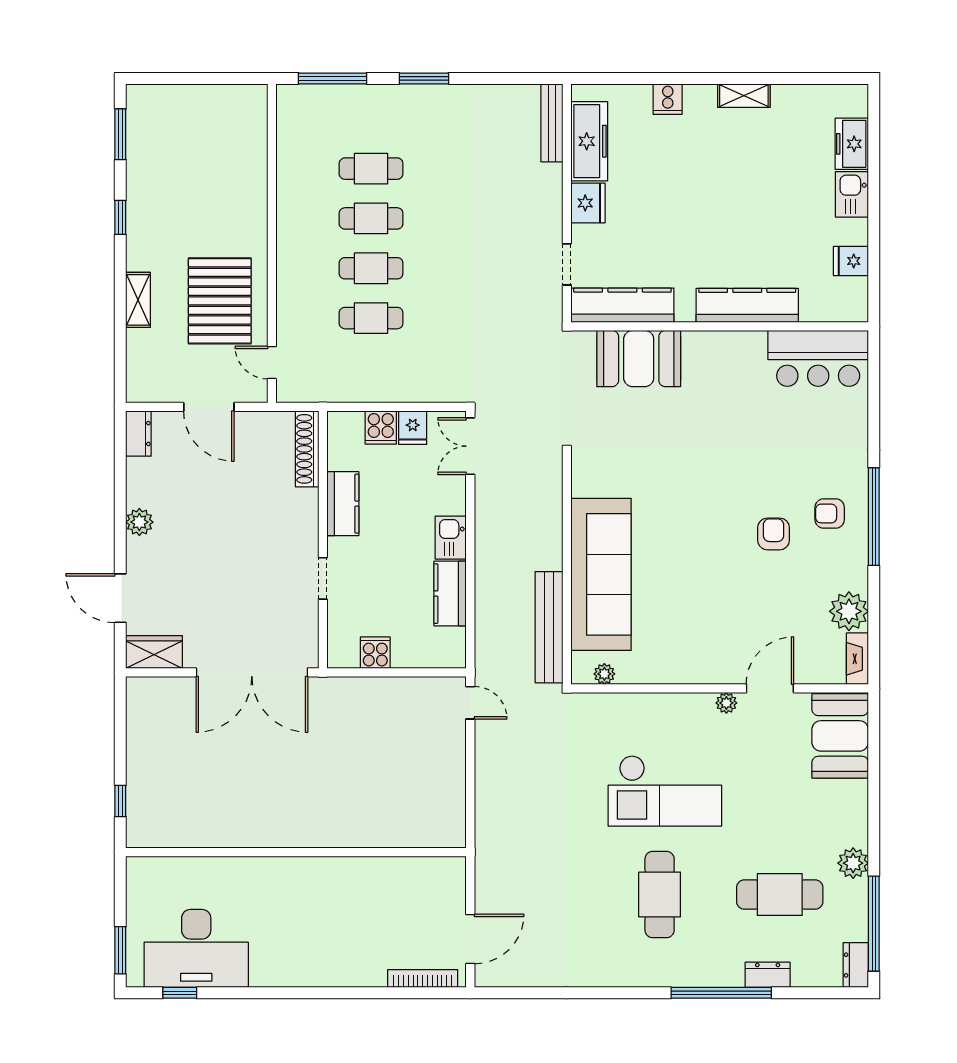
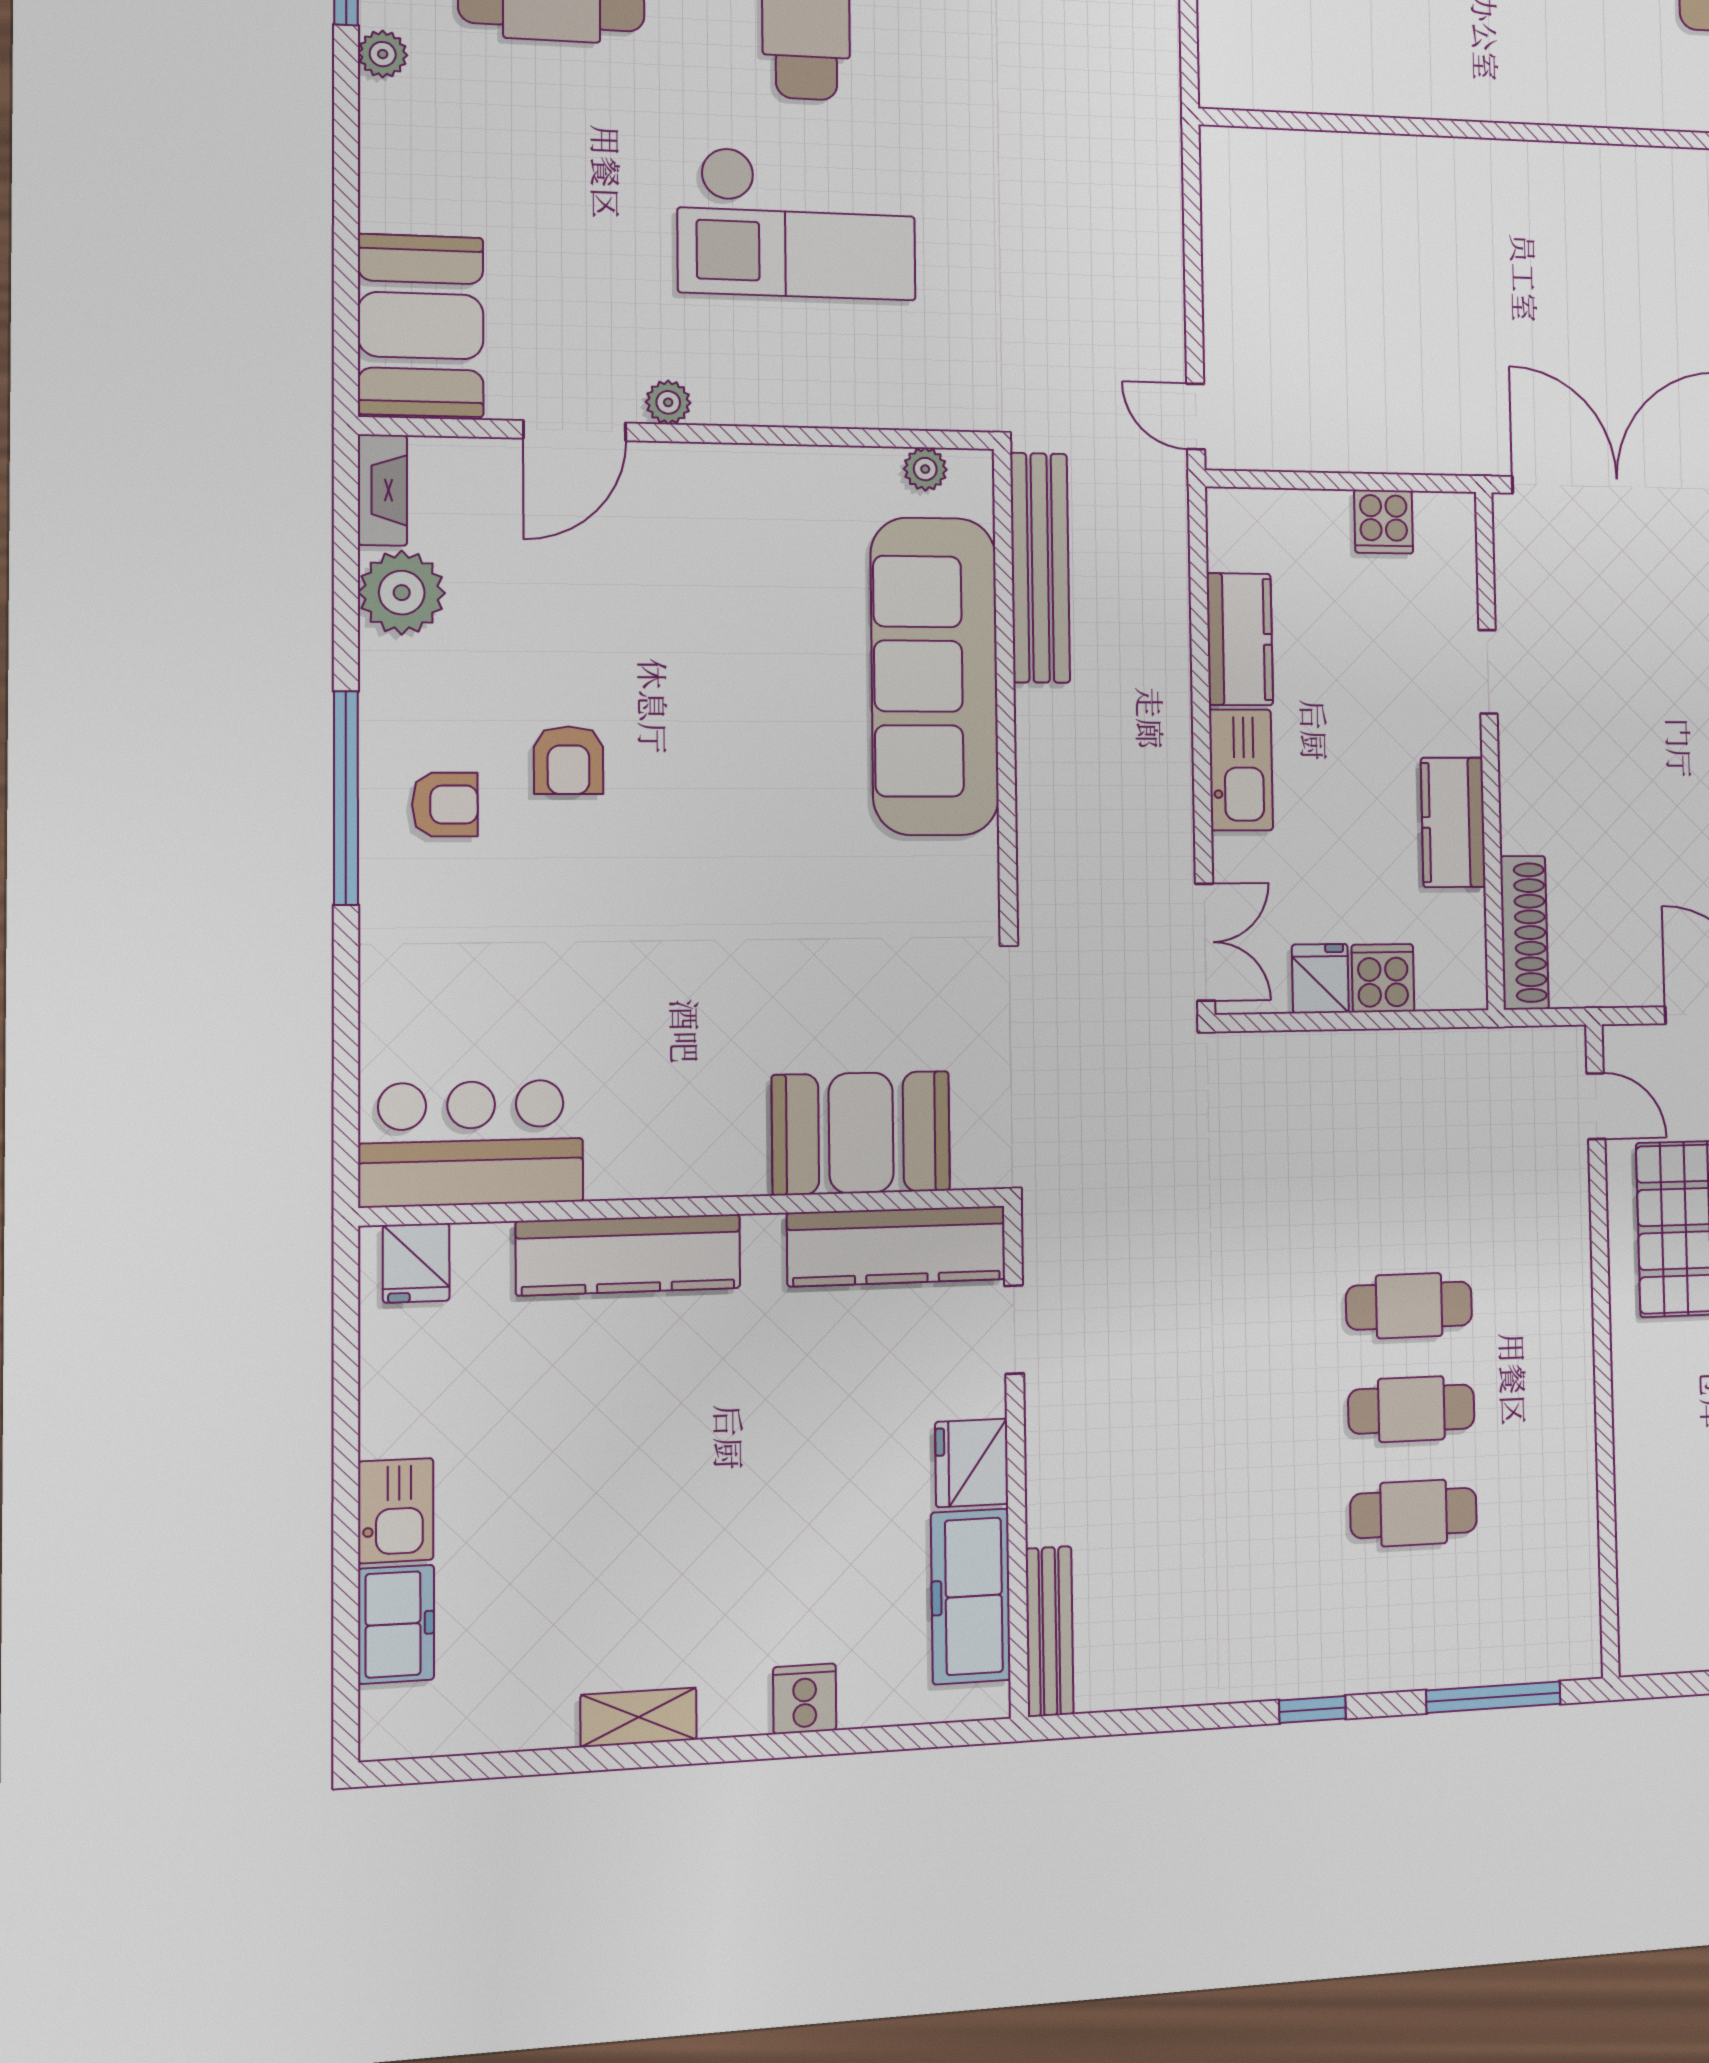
window: (424, 78) -> (1312, 1710), width x0.67
fridge: (851, 261) -> (416, 1263), moved, turned 90
cafe table: (371, 318) -> (1407, 1203), removed
kitchen sink: (451, 538) -> (1241, 770), width x1.38
checkout: (665, 791) -> (797, 223), turned 180
plant: (853, 863) -> (383, 54), width x0.73, depth x0.73

